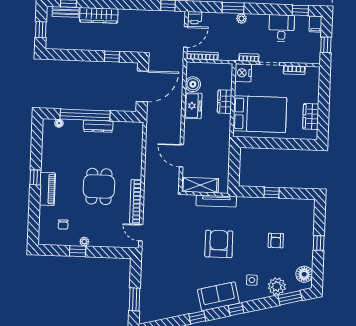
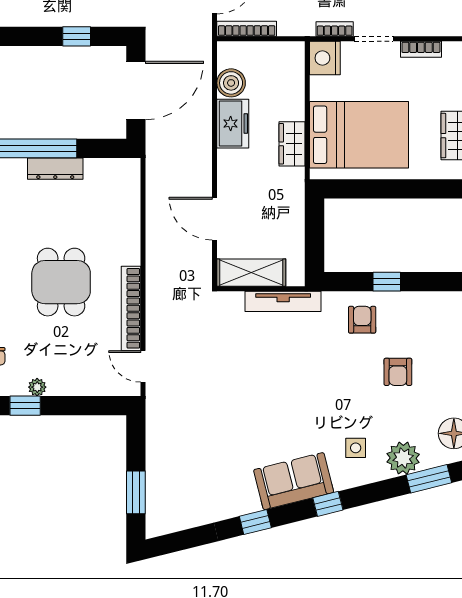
wardrobe: (225, 102) -> (292, 144), moved
armchair: (219, 244) -> (362, 320), moved, width x0.53, depth x0.53

